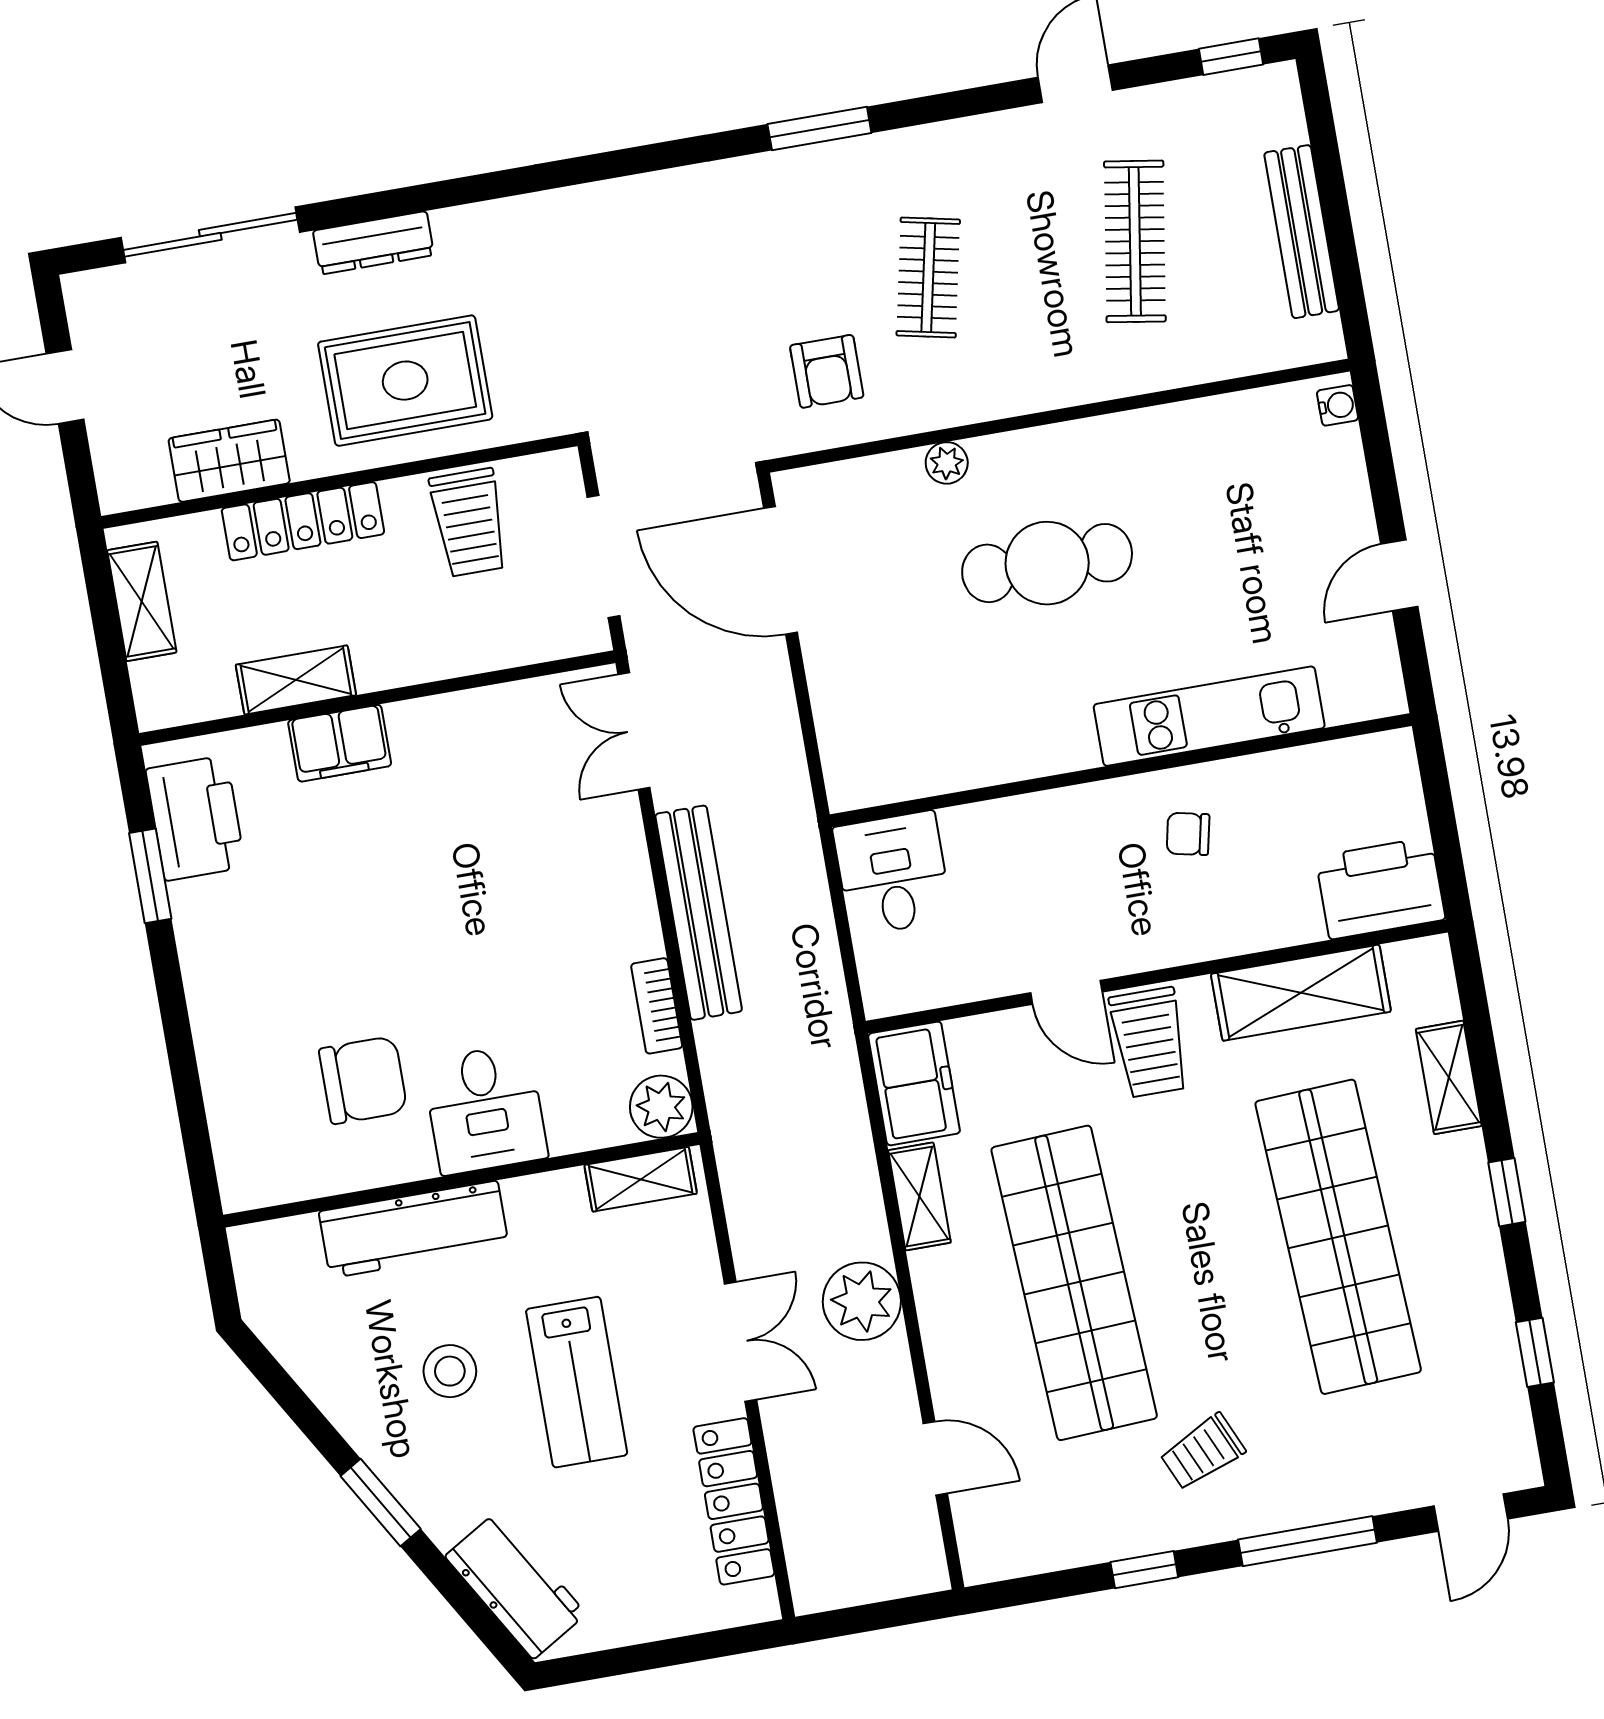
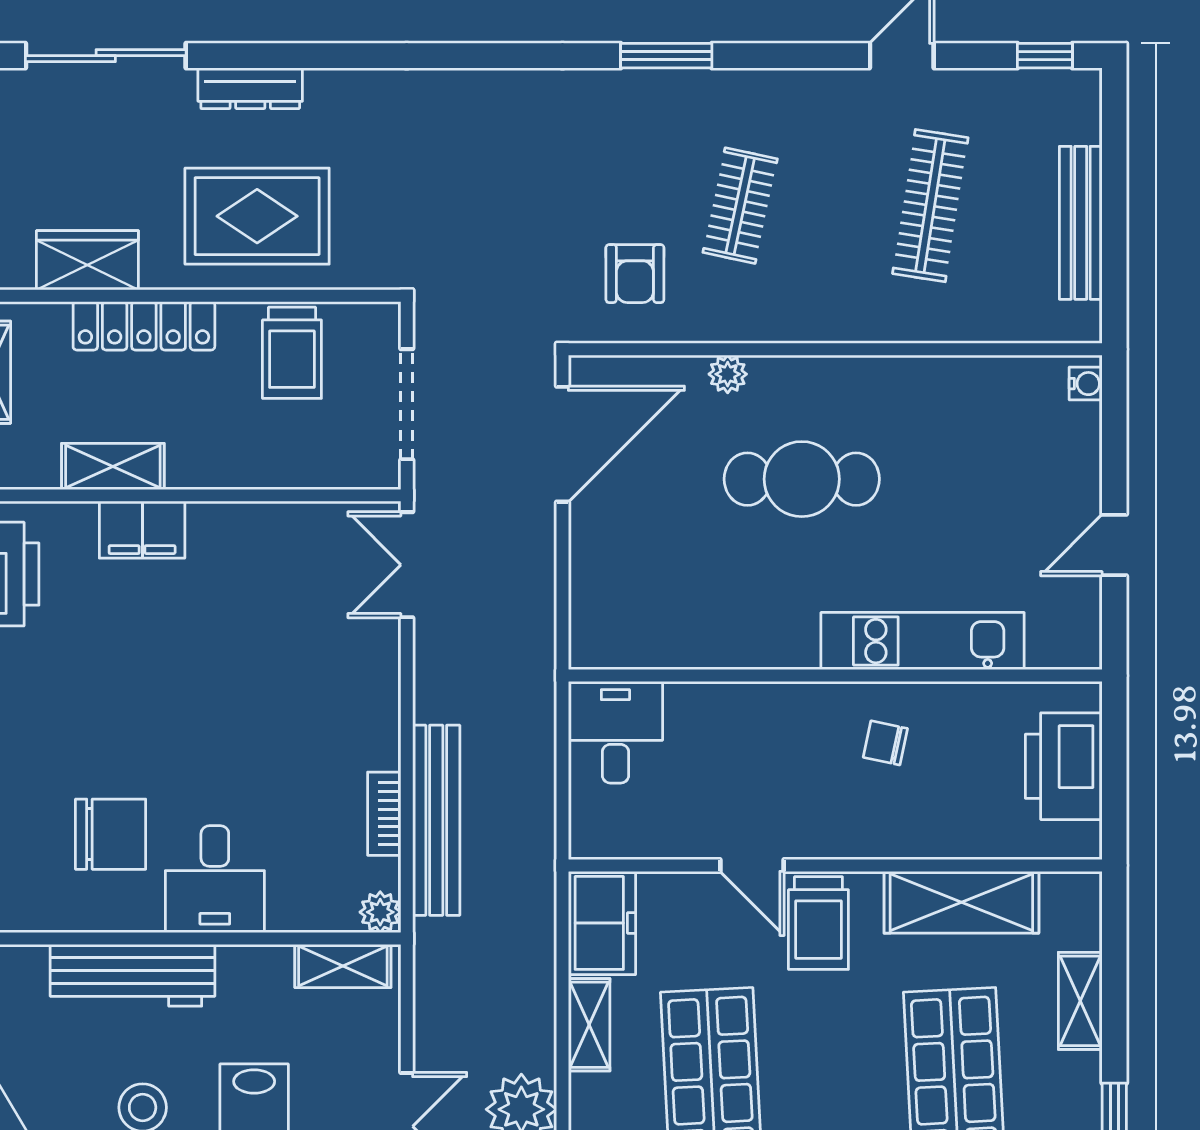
door: (780, 570) -> (563, 444), swing flipped
printer: (1380, 888) -> (1064, 766), moved, turned -90
bench: (699, 913) -> (436, 820), moved
plant: (661, 1107) -> (380, 912), width x0.73, depth x0.73

